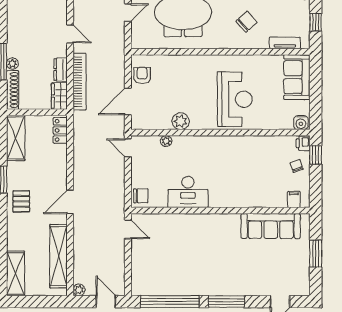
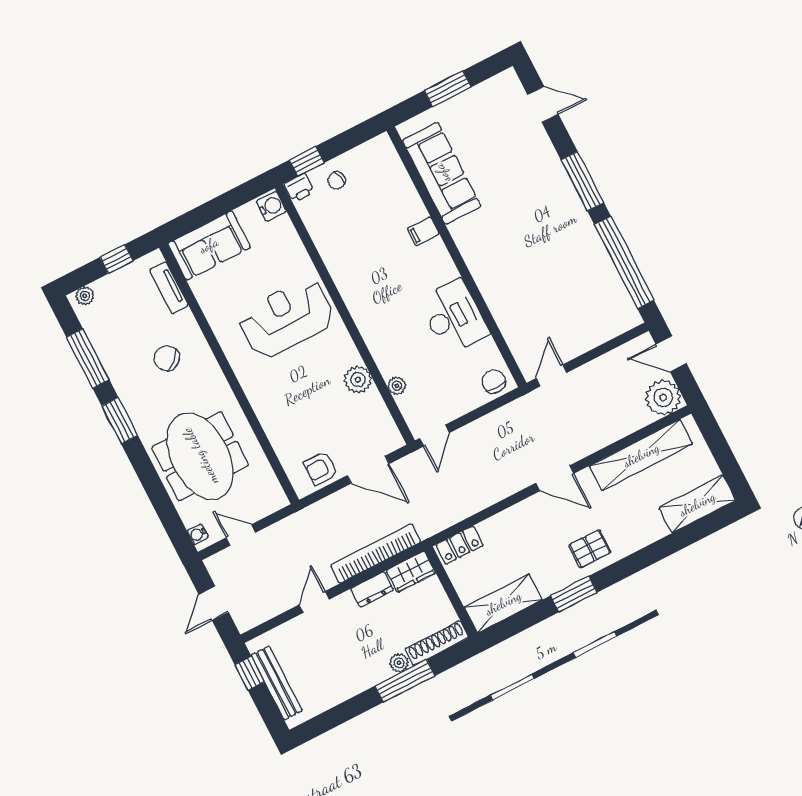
filing cabinet: (294, 199) -> (423, 231), moved
plant: (79, 290) -> (663, 397), width x1.87, depth x1.87
door: (106, 302) -> (671, 354), hinge flipped

